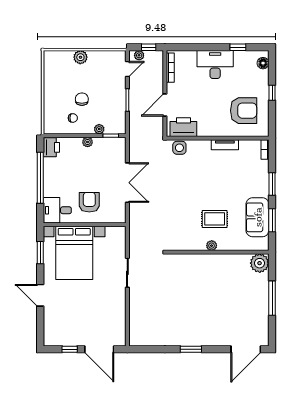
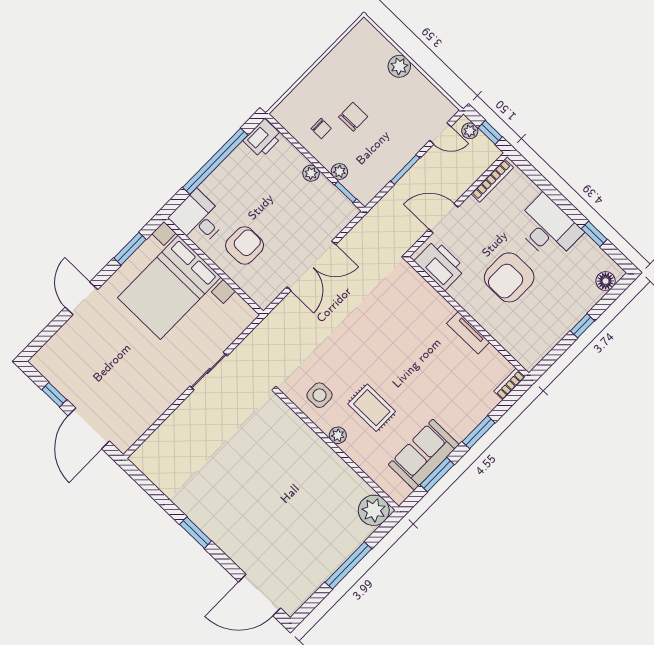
armchair: (244, 111) -> (509, 277), moved, turned 90
side table: (179, 148) -> (319, 395), moved

